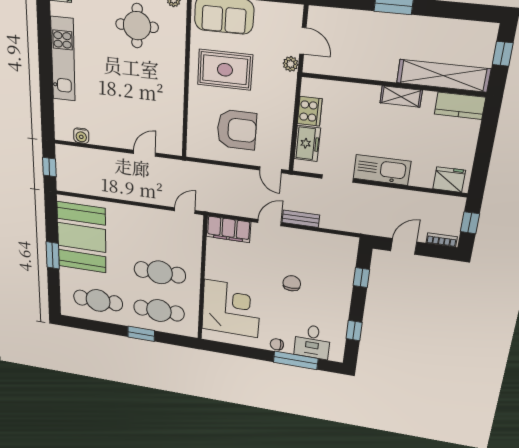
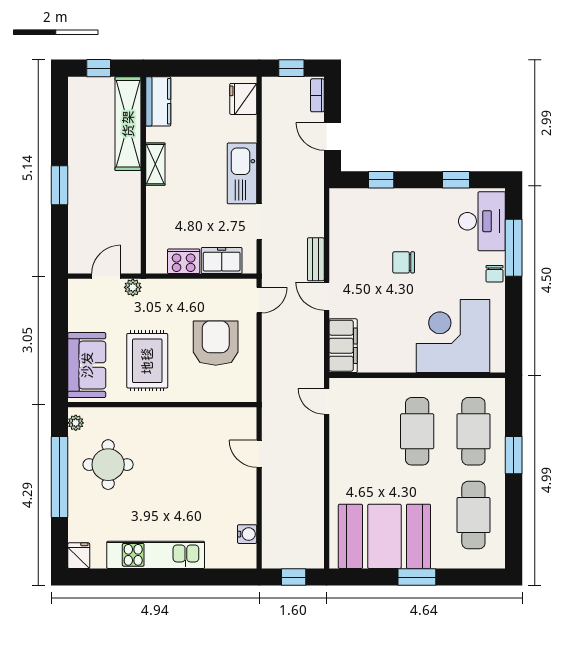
desk: (312, 342) -> (482, 221), width x1.37

